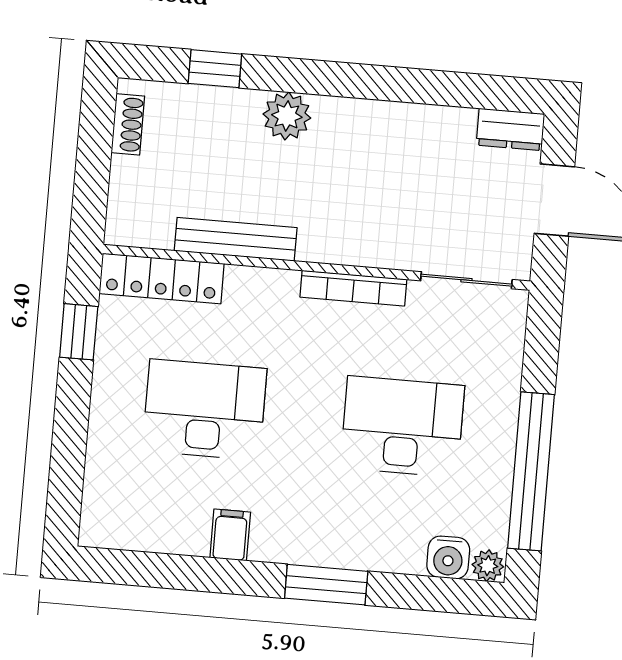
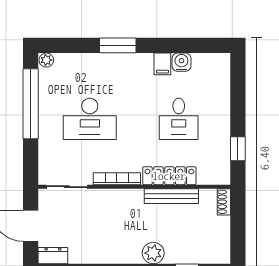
shoe rack: (128, 124) -> (224, 202), moved
locker: (162, 279) -> (169, 176), moved
desk: (205, 410) -> (179, 119), width x0.73
water cooler: (448, 557) -> (181, 62), moved

